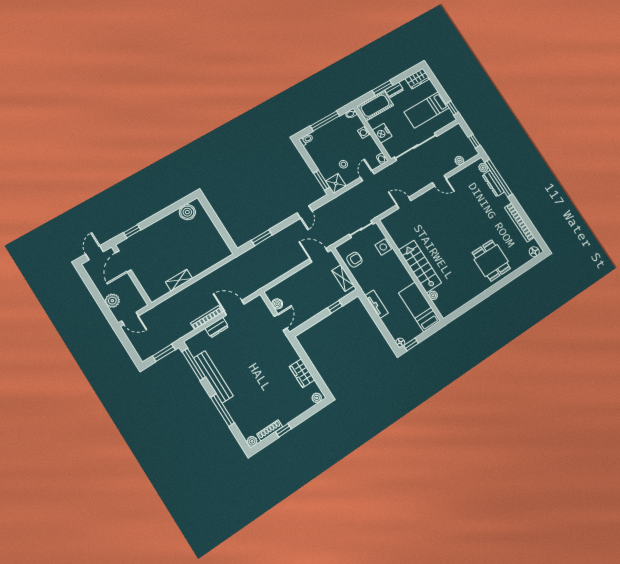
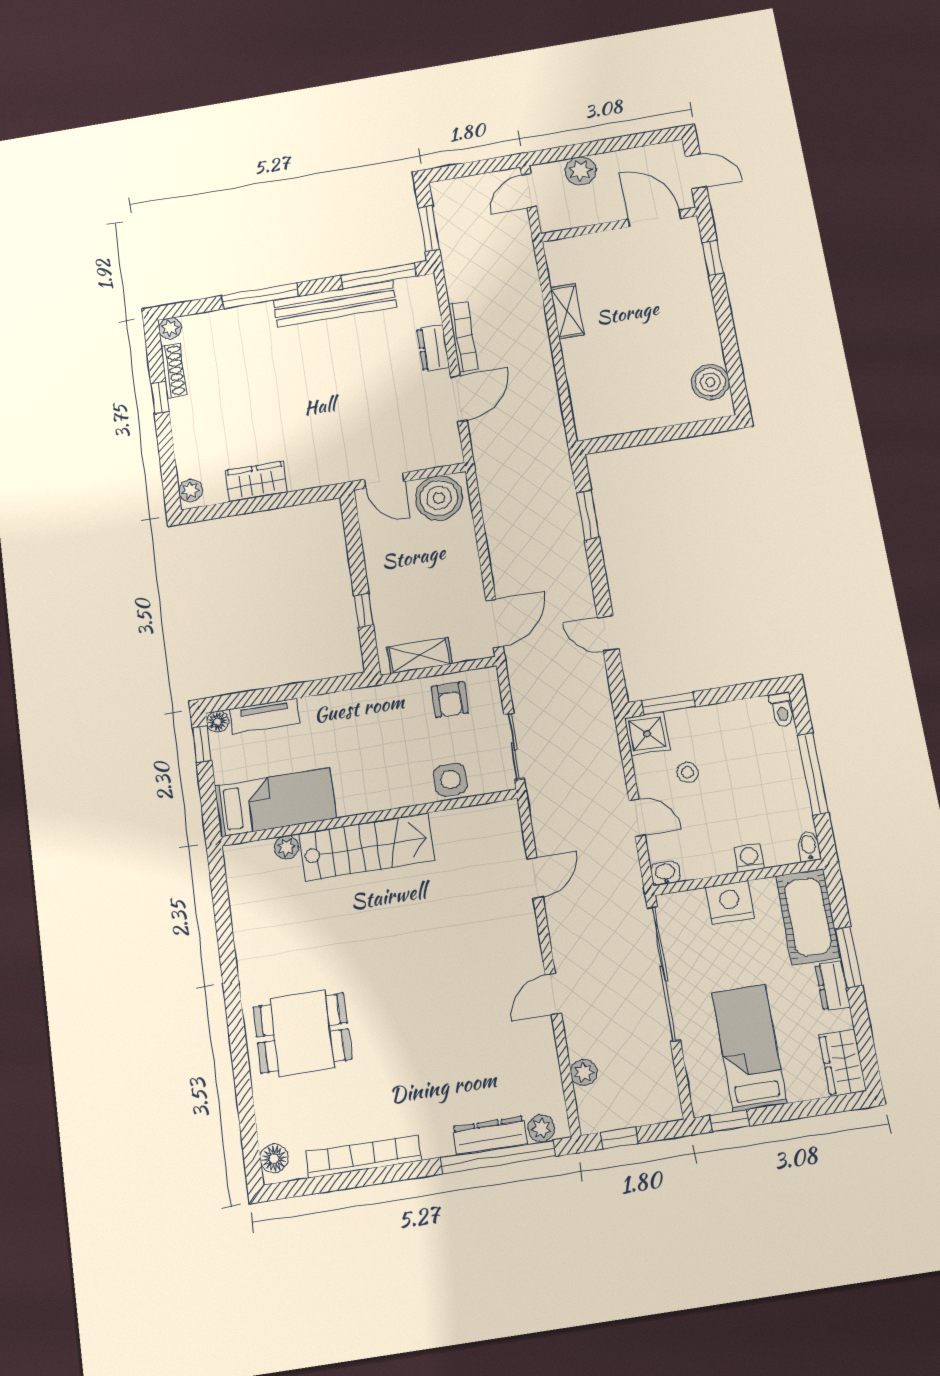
boiler: (277, 304) -> (439, 498), width x1.86, depth x1.86
tv unit: (377, 304) -> (265, 716), moved

